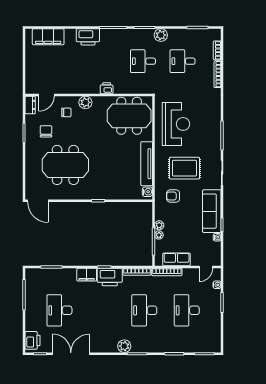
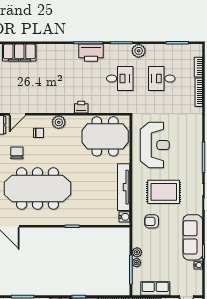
printer: (88, 37) -> (91, 53), moved
desk: (143, 61) -> (120, 79), turned 180
meeting table: (65, 165) -> (37, 188), width x1.36

